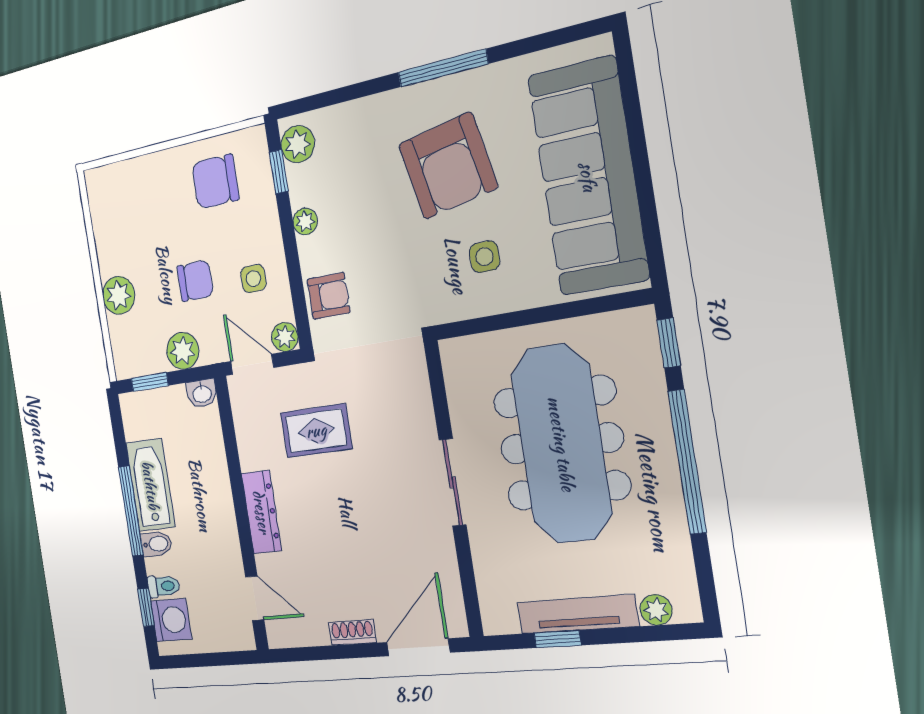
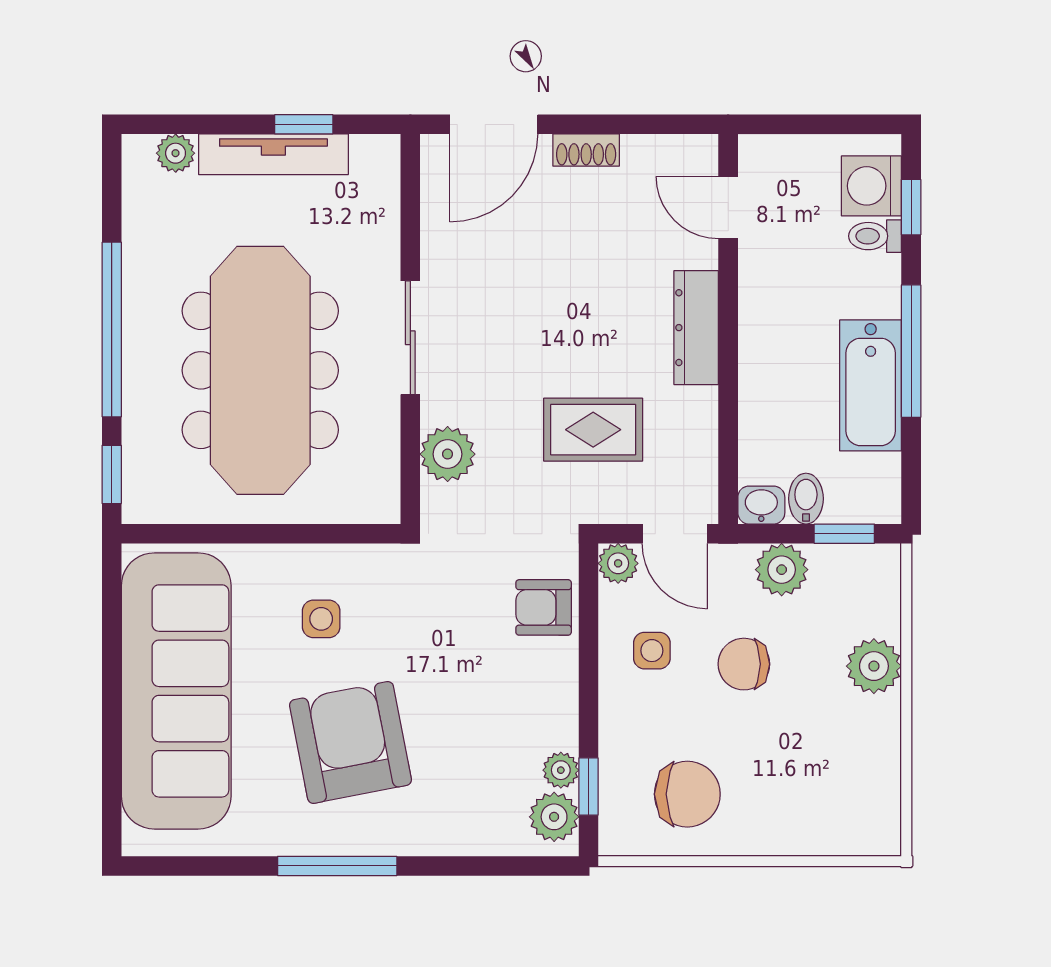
plant: (305, 221) -> (561, 770), moved
plant: (412, 398) -> (448, 454), added
bidet: (156, 544) -> (806, 499), moved, turned 90

